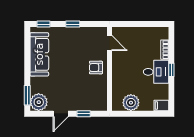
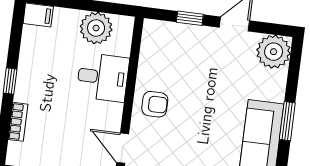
desk: (156, 72) -> (103, 77), moved, turned 180
window: (27, 95) -> (287, 121), moved

